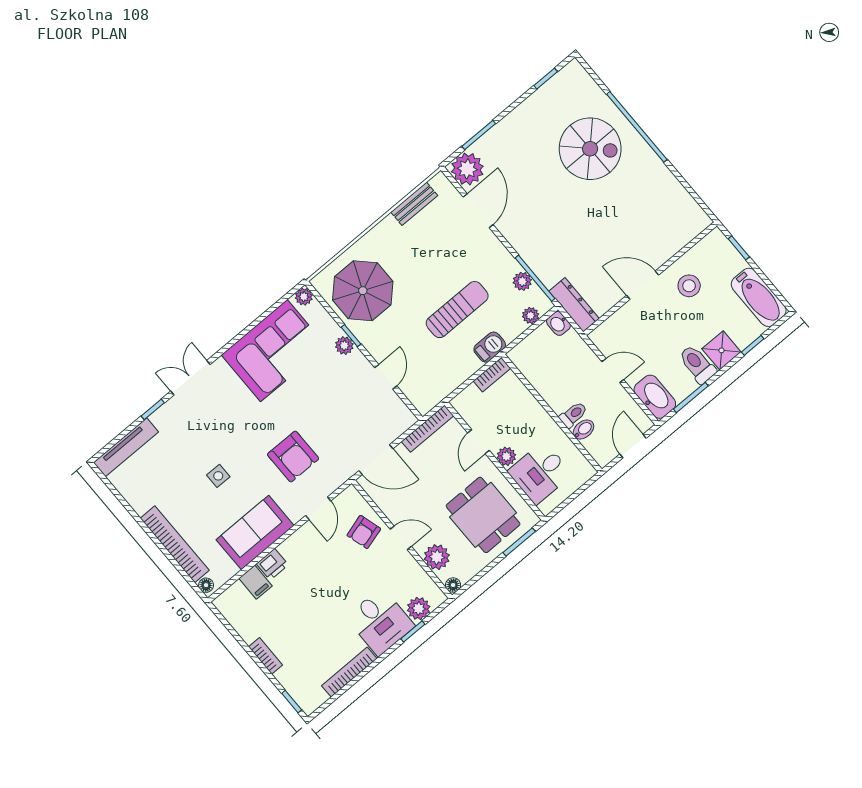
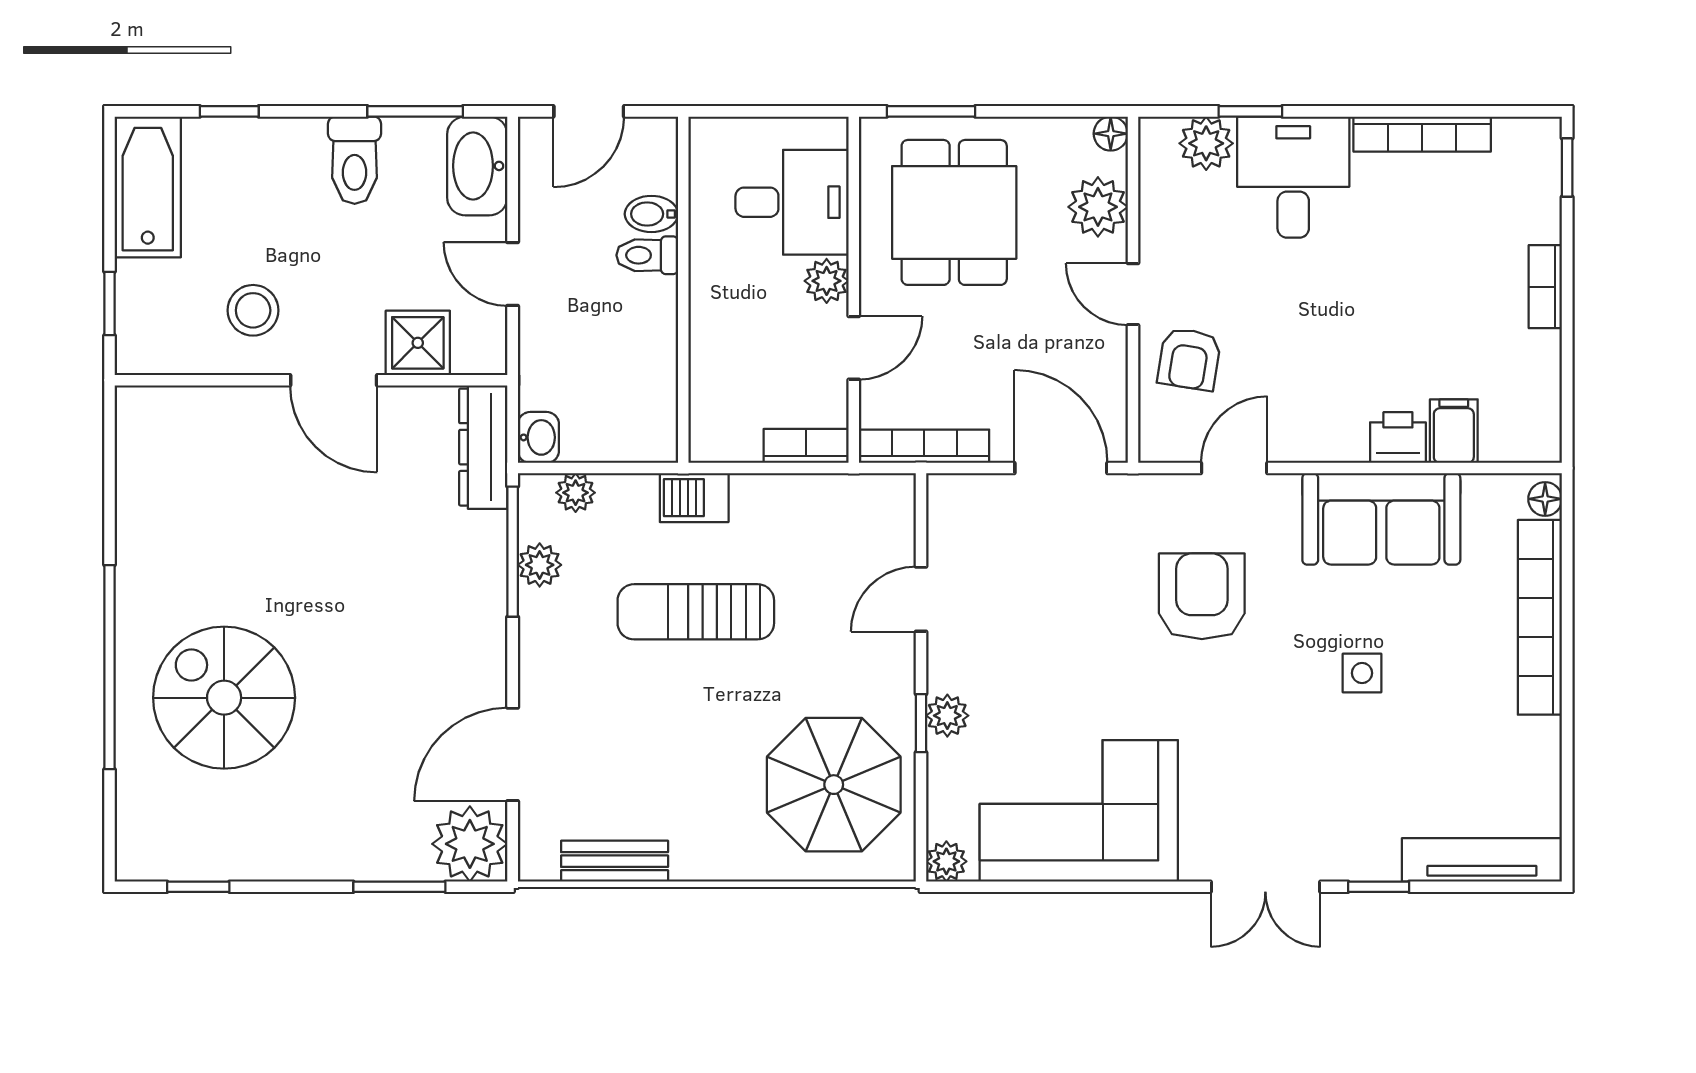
shower: (721, 350) -> (418, 343), moved
bookcase: (492, 375) -> (806, 446), moved
armchair: (364, 532) -> (1189, 359), turned 115

